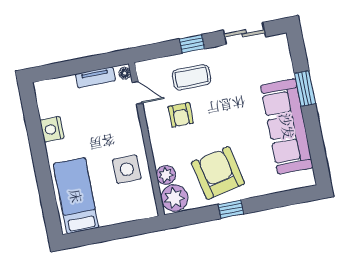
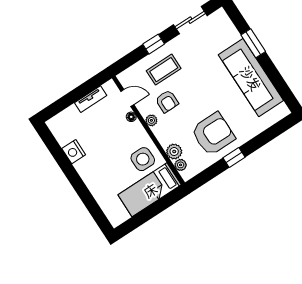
floor lamp: (125, 73) -> (131, 117), moved
plant: (154, 129) -> (151, 120), added
armchair: (218, 173) -> (213, 134), turned 102
bed: (76, 196) -> (150, 190), moved, turned -90
plant: (174, 198) -> (181, 165), width x0.53, depth x0.53

